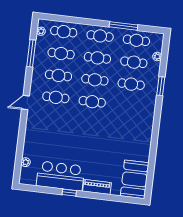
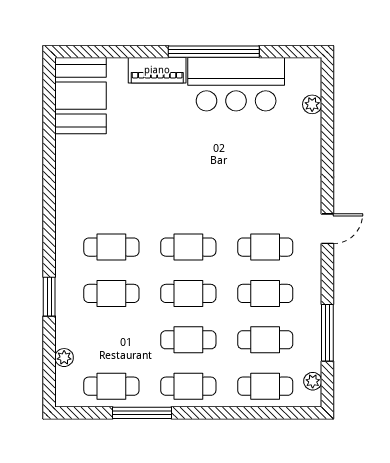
cafe table: (134, 62) -> (111, 247), moved
window: (69, 193) -> (214, 52), width x3.17

